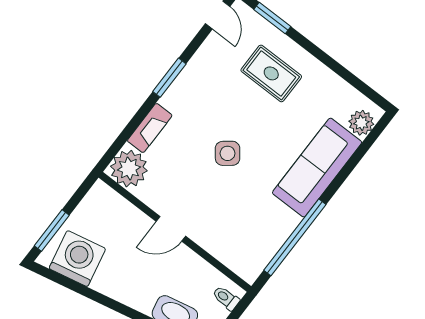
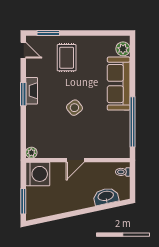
rug: (271, 73) -> (67, 58), turned 90
fireplace: (150, 128) -> (32, 91), moved
plant: (129, 169) -> (31, 153), width x0.53, depth x0.53
washing machine: (77, 259) -> (38, 174), moved, turned 102

